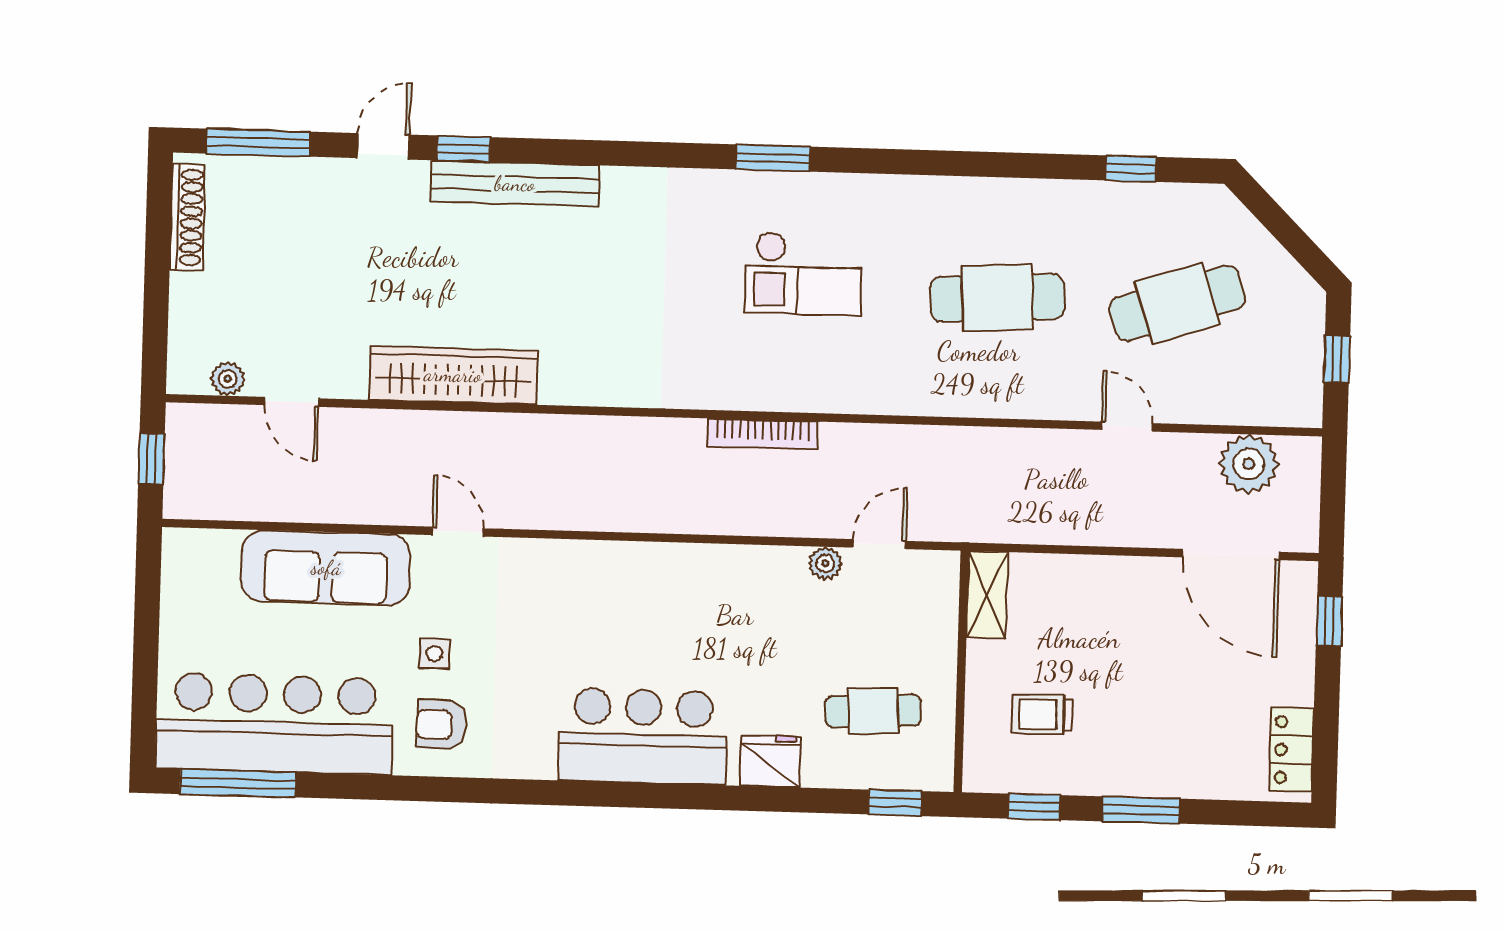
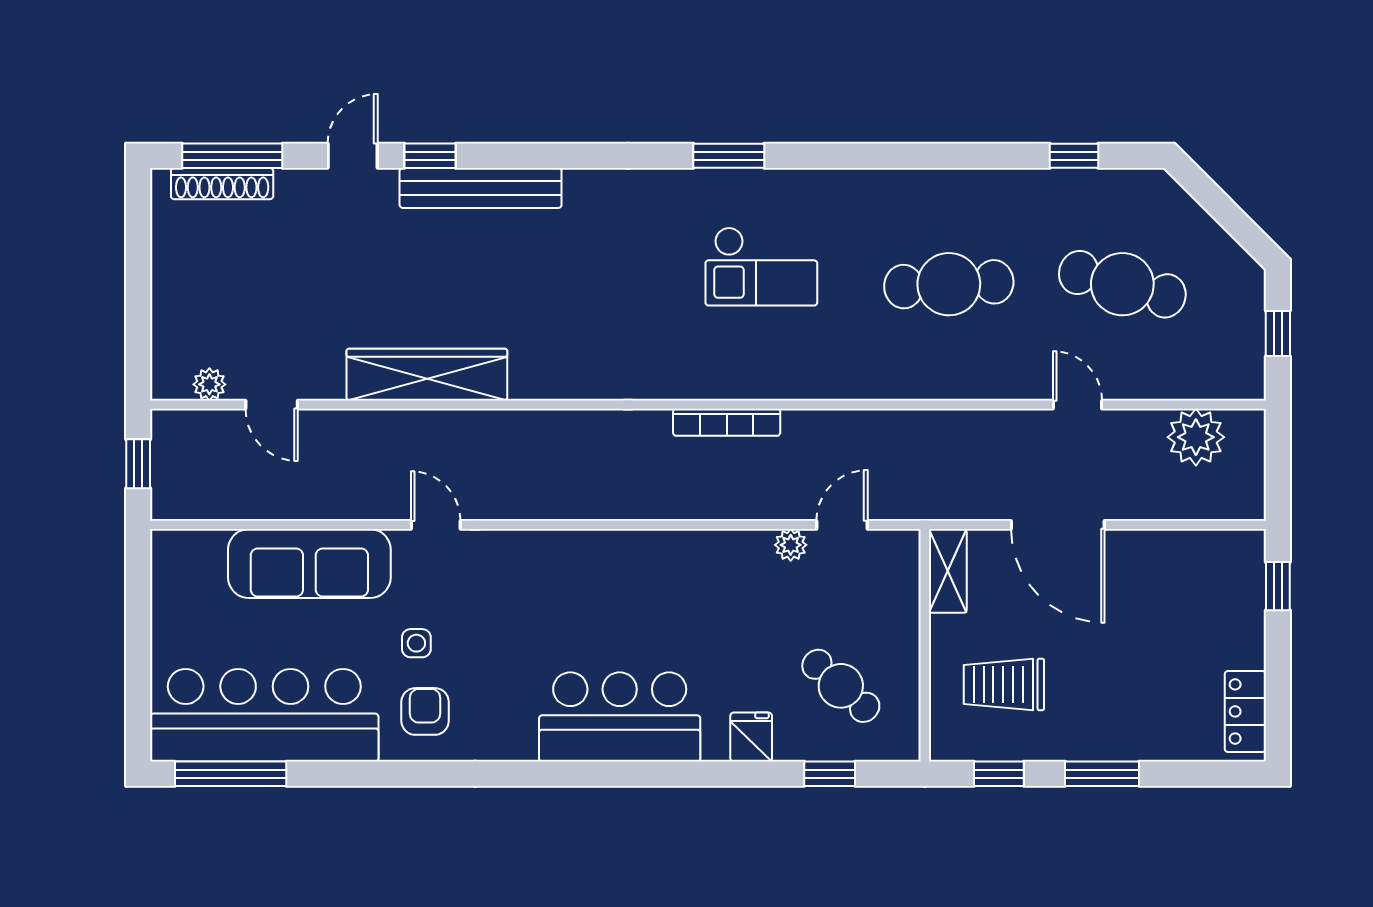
shoe rack: (187, 217) -> (222, 184), moved, turned 90
cafe table: (1177, 303) -> (1122, 284), turned 33
door: (1231, 555) -> (1058, 525), moved
cafe table: (873, 711) -> (841, 686), turned 45
trolley: (1042, 714) -> (1004, 684), width x1.36, depth x1.39
armchair: (441, 725) -> (425, 711), turned 90
fridge: (770, 761) -> (751, 737), width x0.72
window: (895, 803) -> (830, 774), moved

